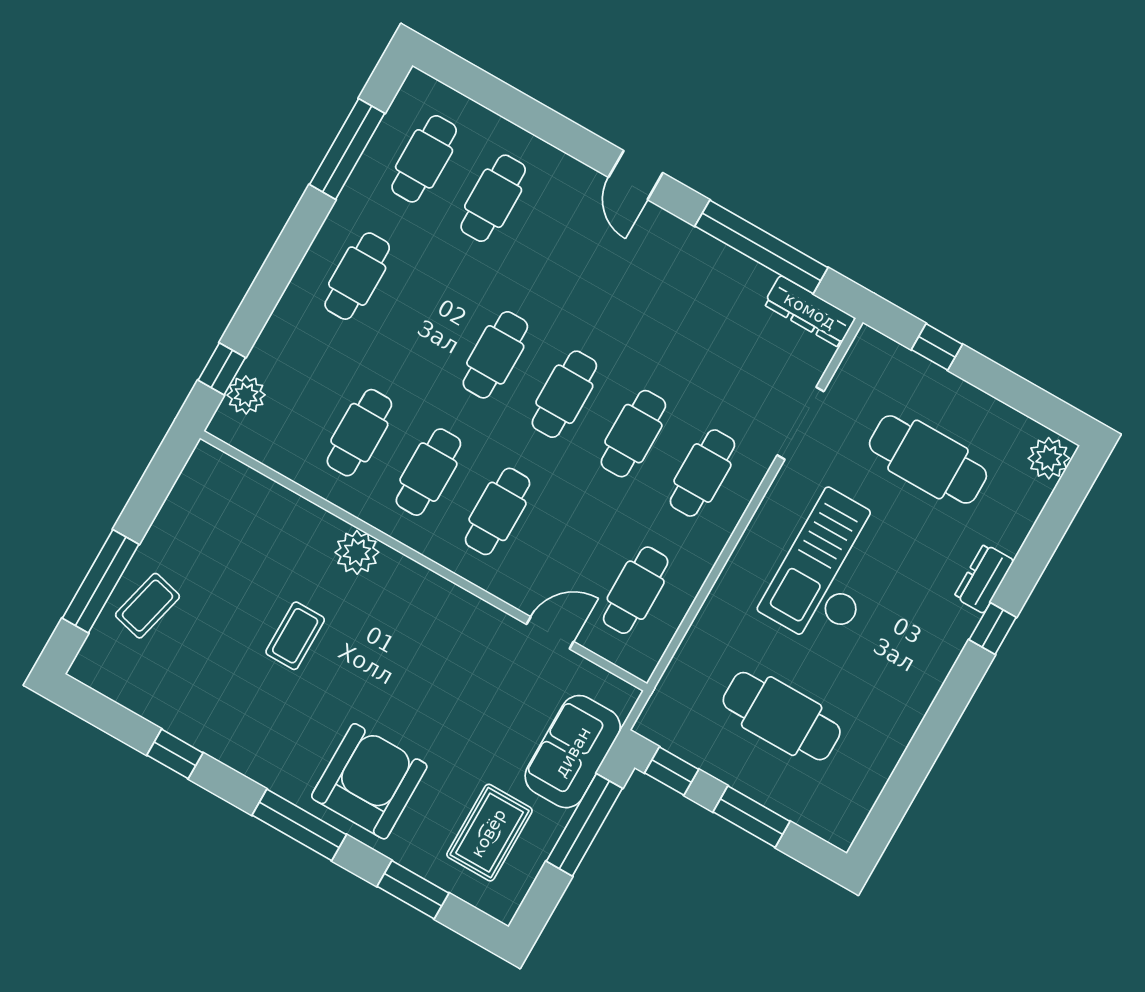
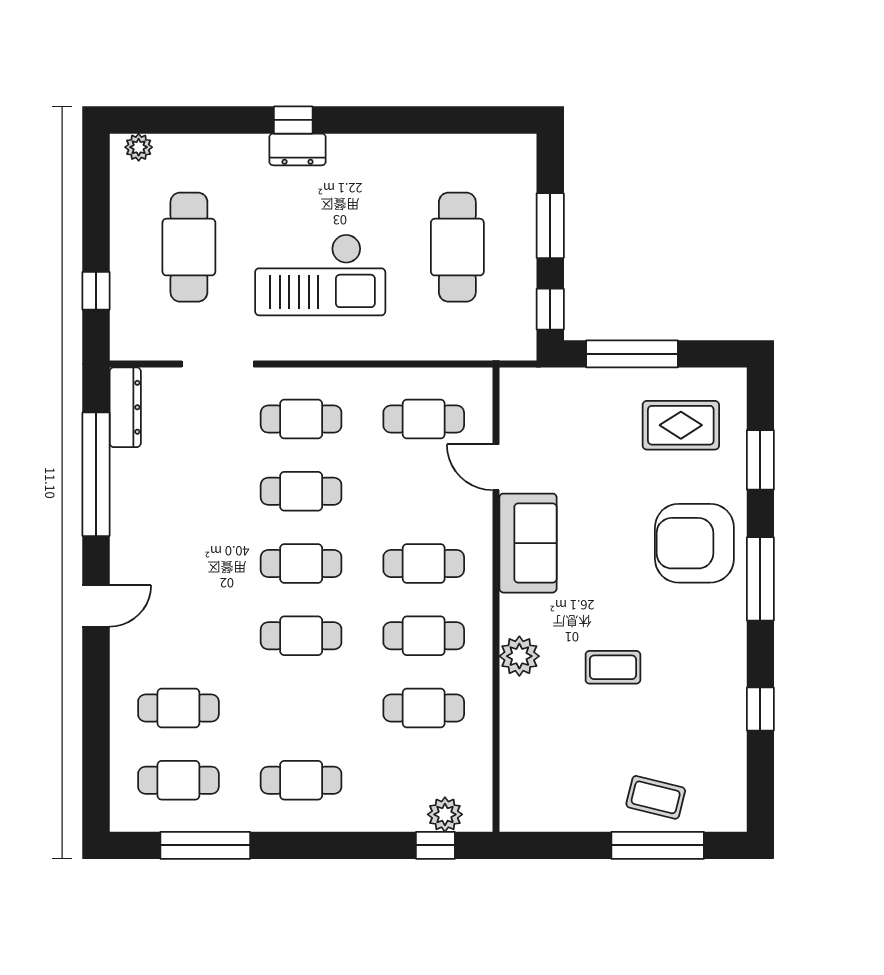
plant: (1049, 458) -> (139, 147), width x0.73, depth x0.73
dresser: (984, 578) -> (298, 149), moved
sofa: (573, 752) -> (528, 543), moved, turned -90

